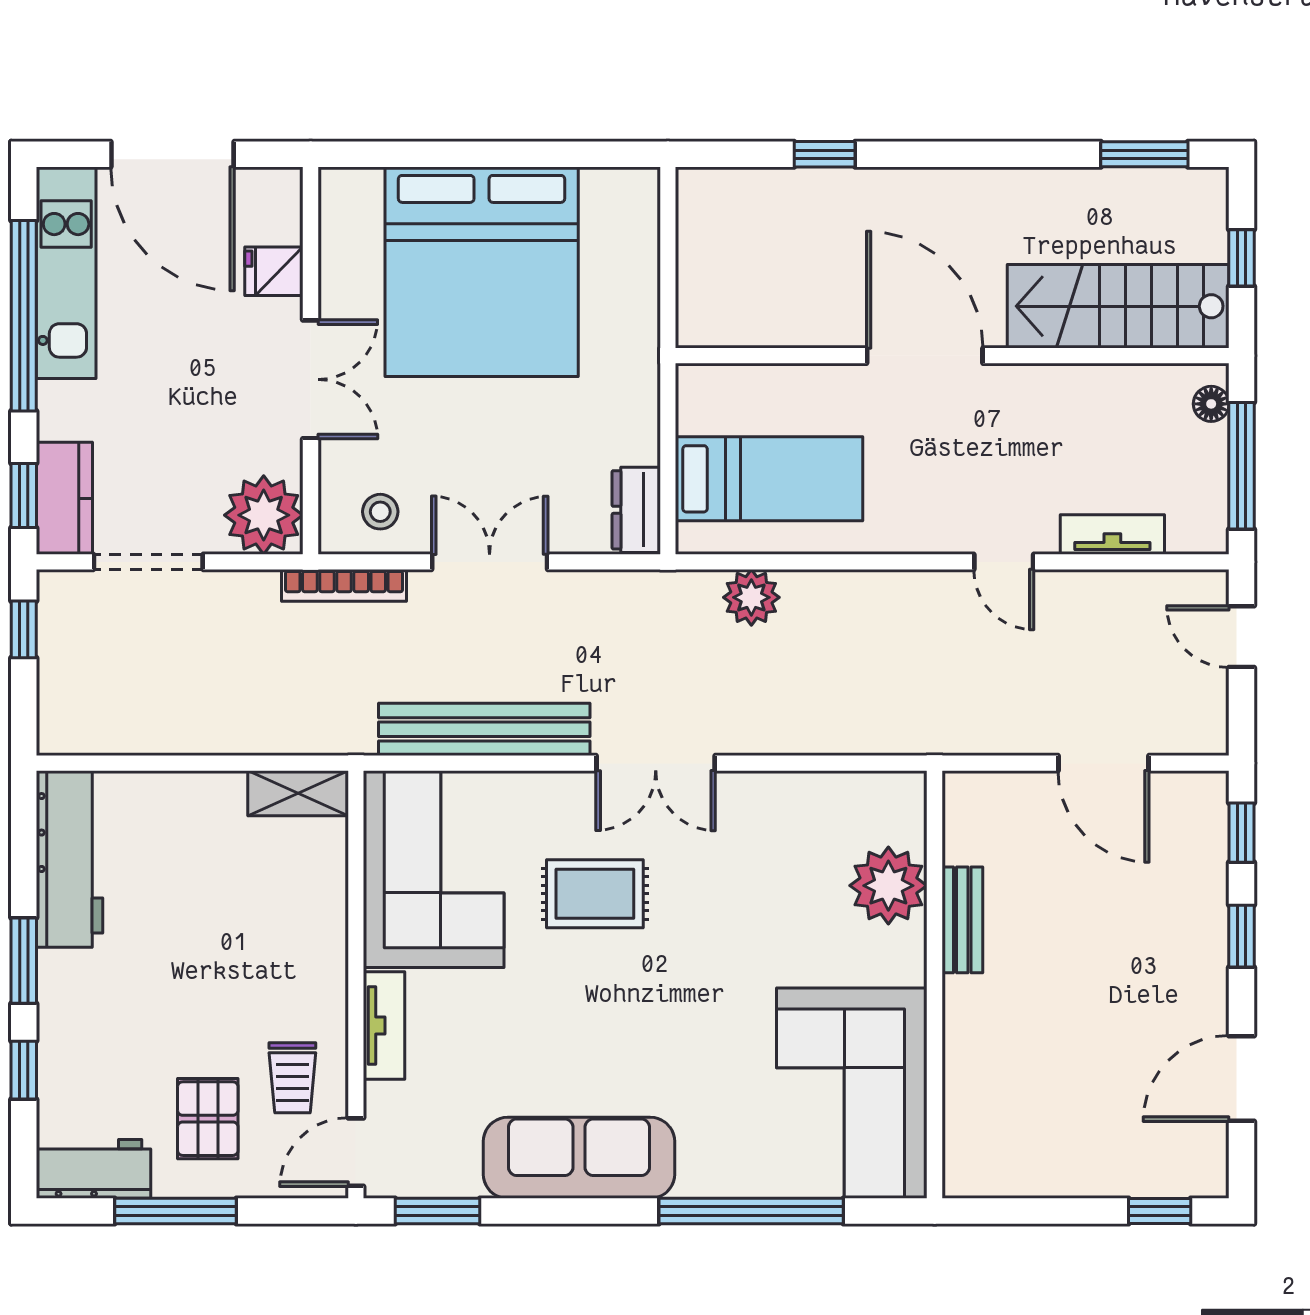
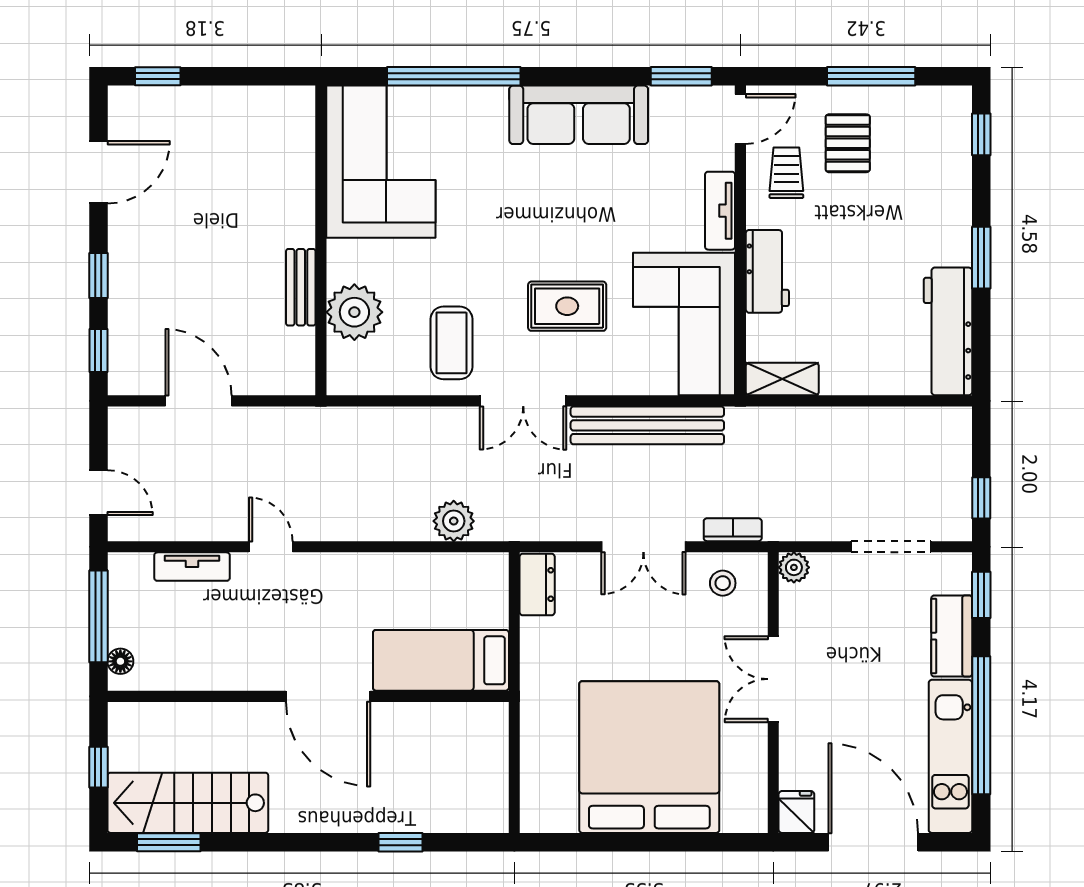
fridge: (274, 271) -> (796, 812), moved, turned -90
stairs: (1118, 306) -> (188, 803), moved, turned 180
bed: (769, 479) -> (441, 660), moved
kitchen counter: (64, 498) -> (952, 636), moved
plant: (264, 515) -> (794, 567), width x0.53, depth x0.53
bookcase: (344, 585) -> (733, 530), width x0.64
double door: (656, 763) -> (523, 401), swing flipped
coffee table: (754, 843) -> (451, 343), added
window: (24, 1070) -> (981, 134), moved
workbench: (93, 1169) -> (767, 271), moved, turned -90

